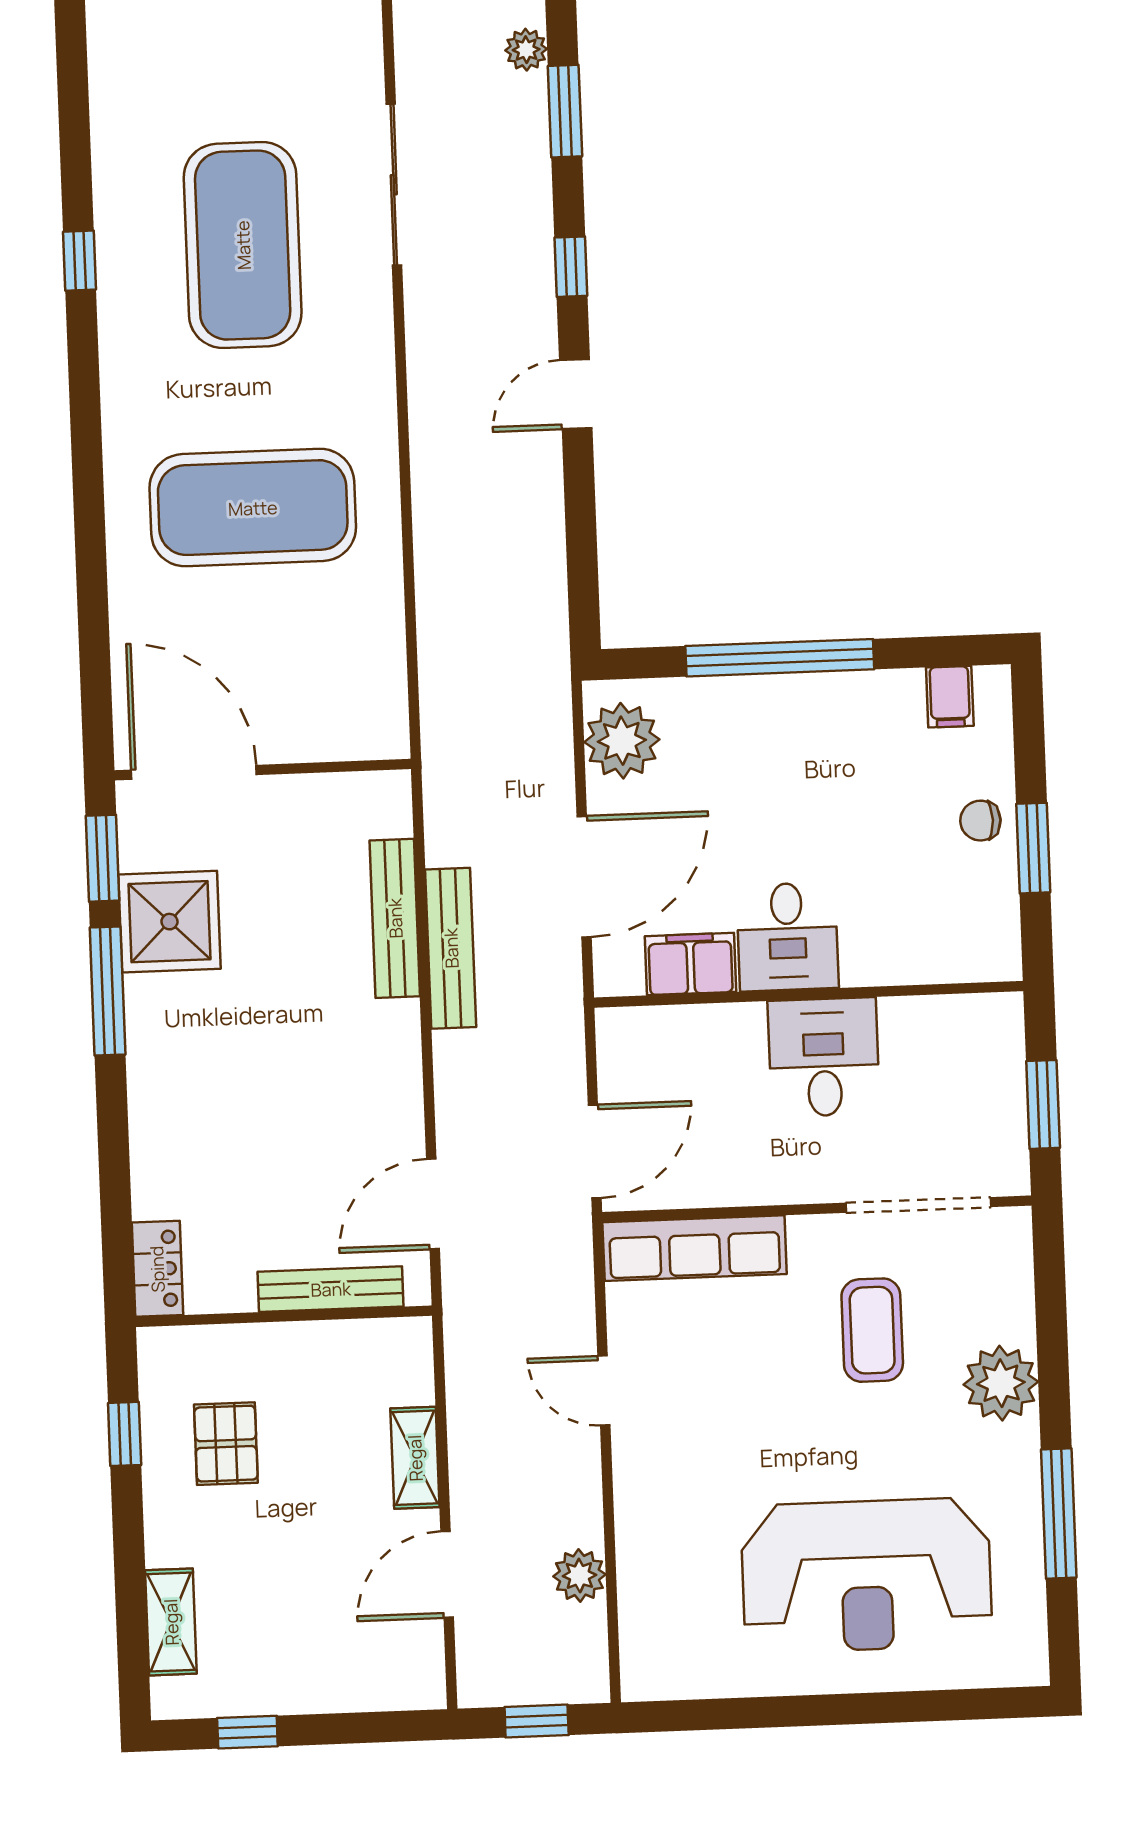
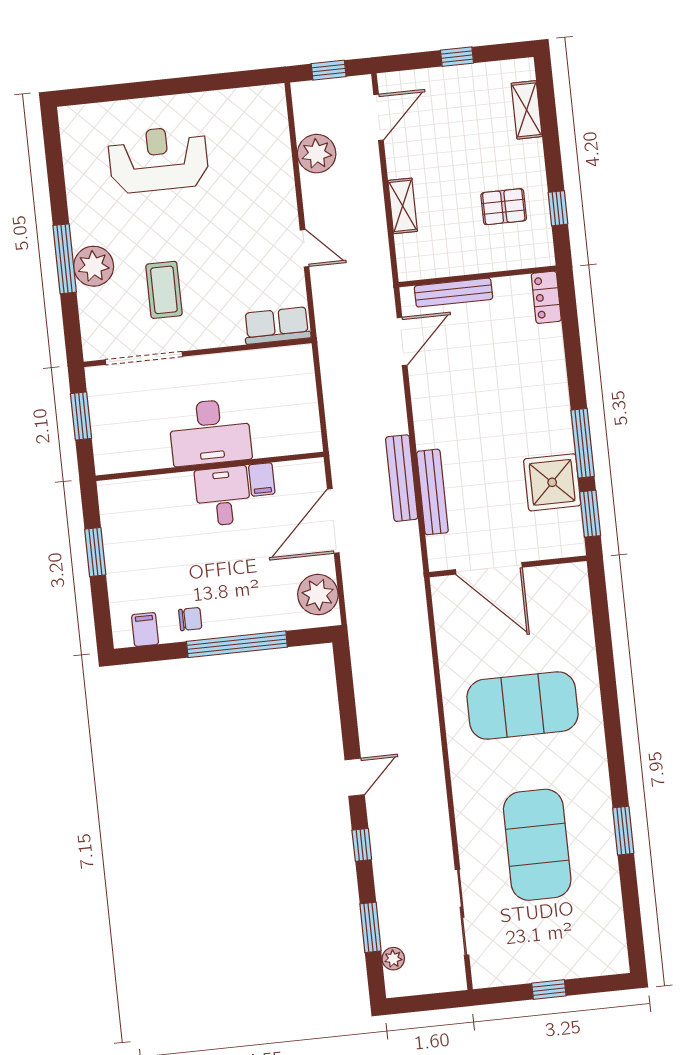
sliding door: (394, 185) -> (462, 912), moved
window: (80, 261) -> (623, 831), width x1.50
door: (194, 772) -> (489, 568), moved
chair: (980, 821) -> (190, 619), moved
filing cabinet: (690, 964) -> (262, 479), width x0.50
desk: (824, 1057) -> (210, 432), width x1.37
door: (595, 1151) -> (318, 375), removed
row of seats: (695, 1248) -> (277, 326), width x0.68
pallet: (226, 1444) -> (504, 207), turned 90
window: (1059, 1514) -> (65, 259), moved
door: (447, 1574) -> (378, 117), moved
plant: (579, 1575) -> (317, 154), width x1.36, depth x1.36
reception desk: (866, 1575) -> (158, 159), width x0.74, depth x0.77
window: (247, 1732) -> (457, 57), moved

